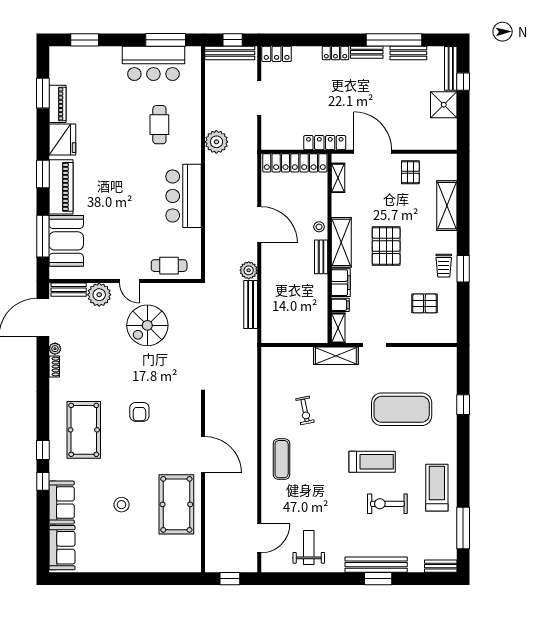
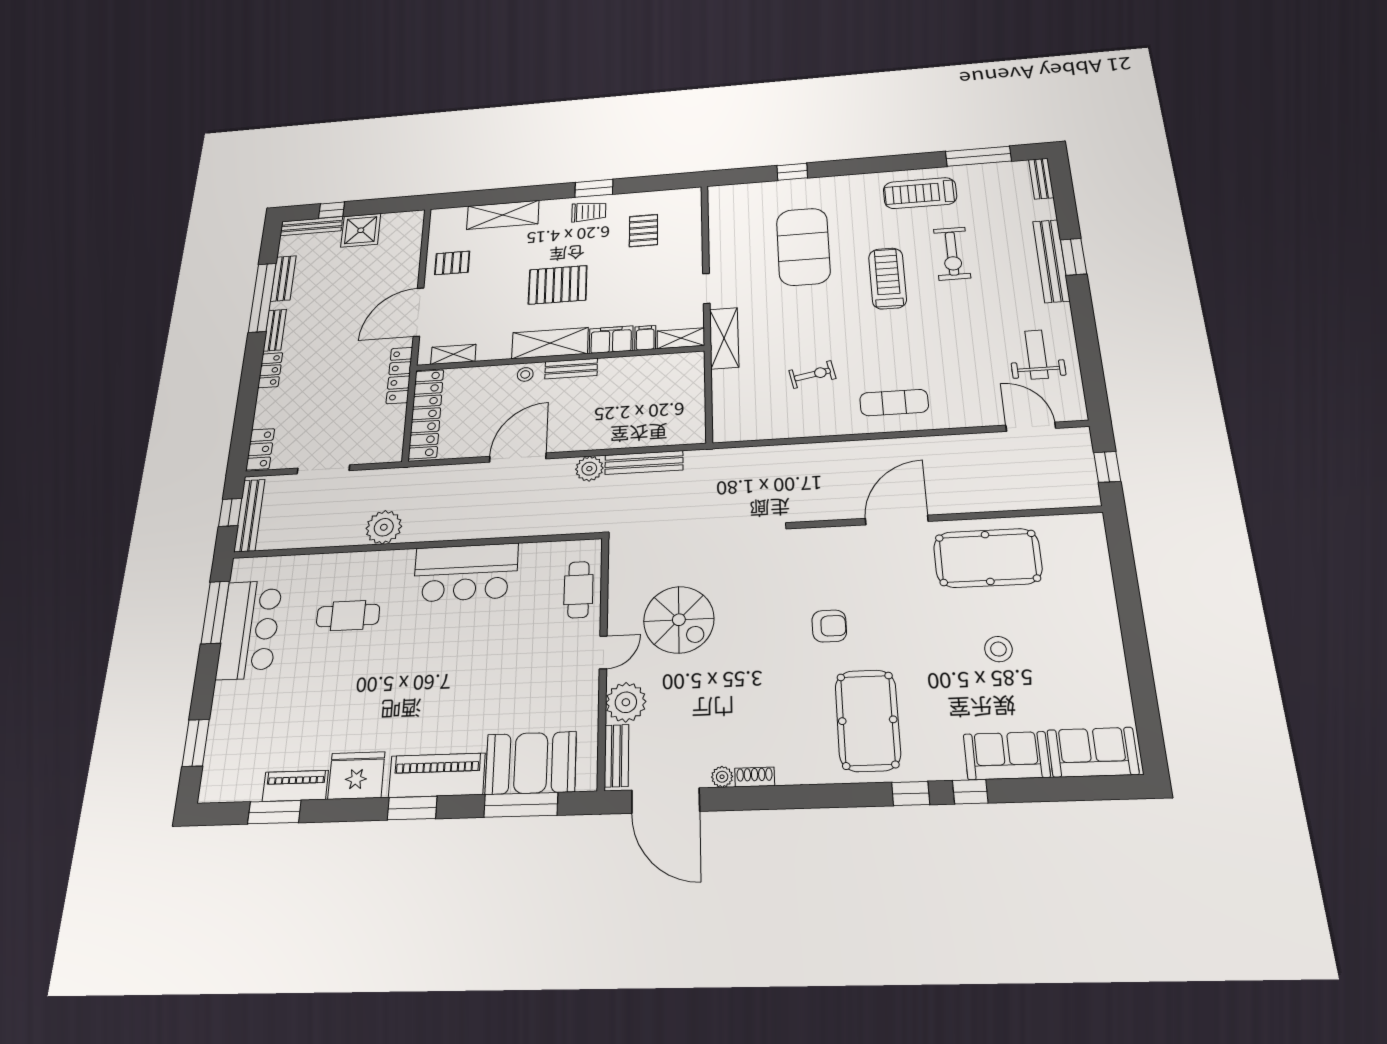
pool table: (84, 430) -> (868, 720), turned 90
weight bench: (309, 547) -> (1036, 354), turned 90

